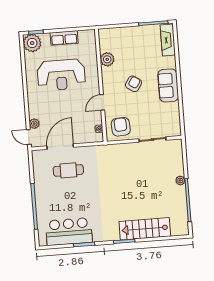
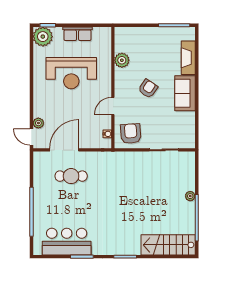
fireplace: (168, 40) -> (188, 58), moved
stairs: (145, 229) -> (168, 245), moved

